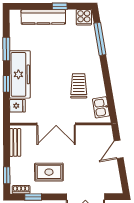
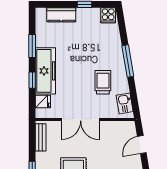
kitchen counter: (43, 17) -> (61, 15), width x0.67
window: (100, 39) -> (128, 61), moved

